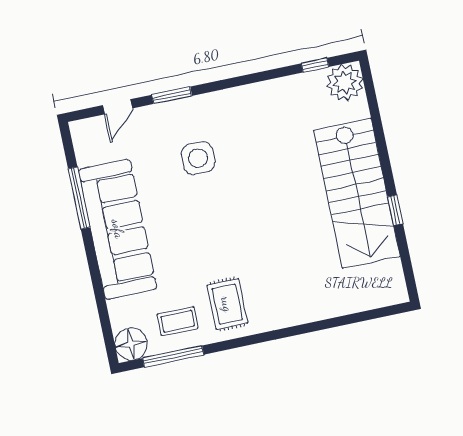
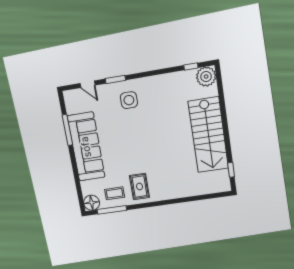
door: (118, 107) -> (88, 84), hinge flipped
side table: (198, 158) -> (129, 100), moved
window: (395, 210) -> (231, 170), moved

